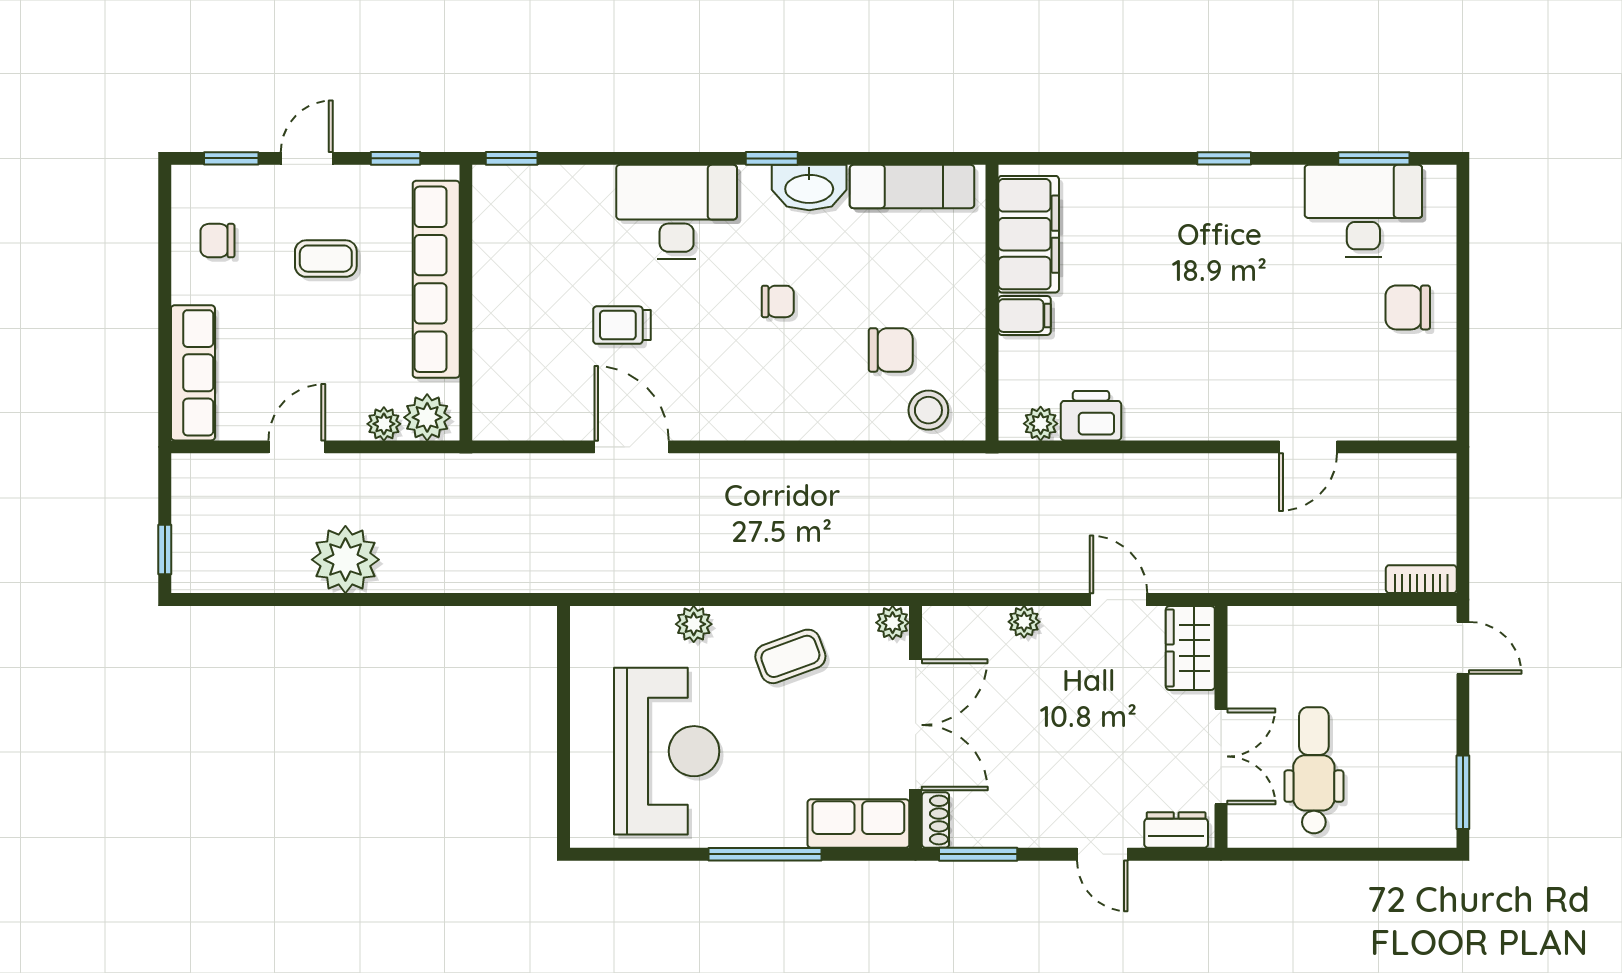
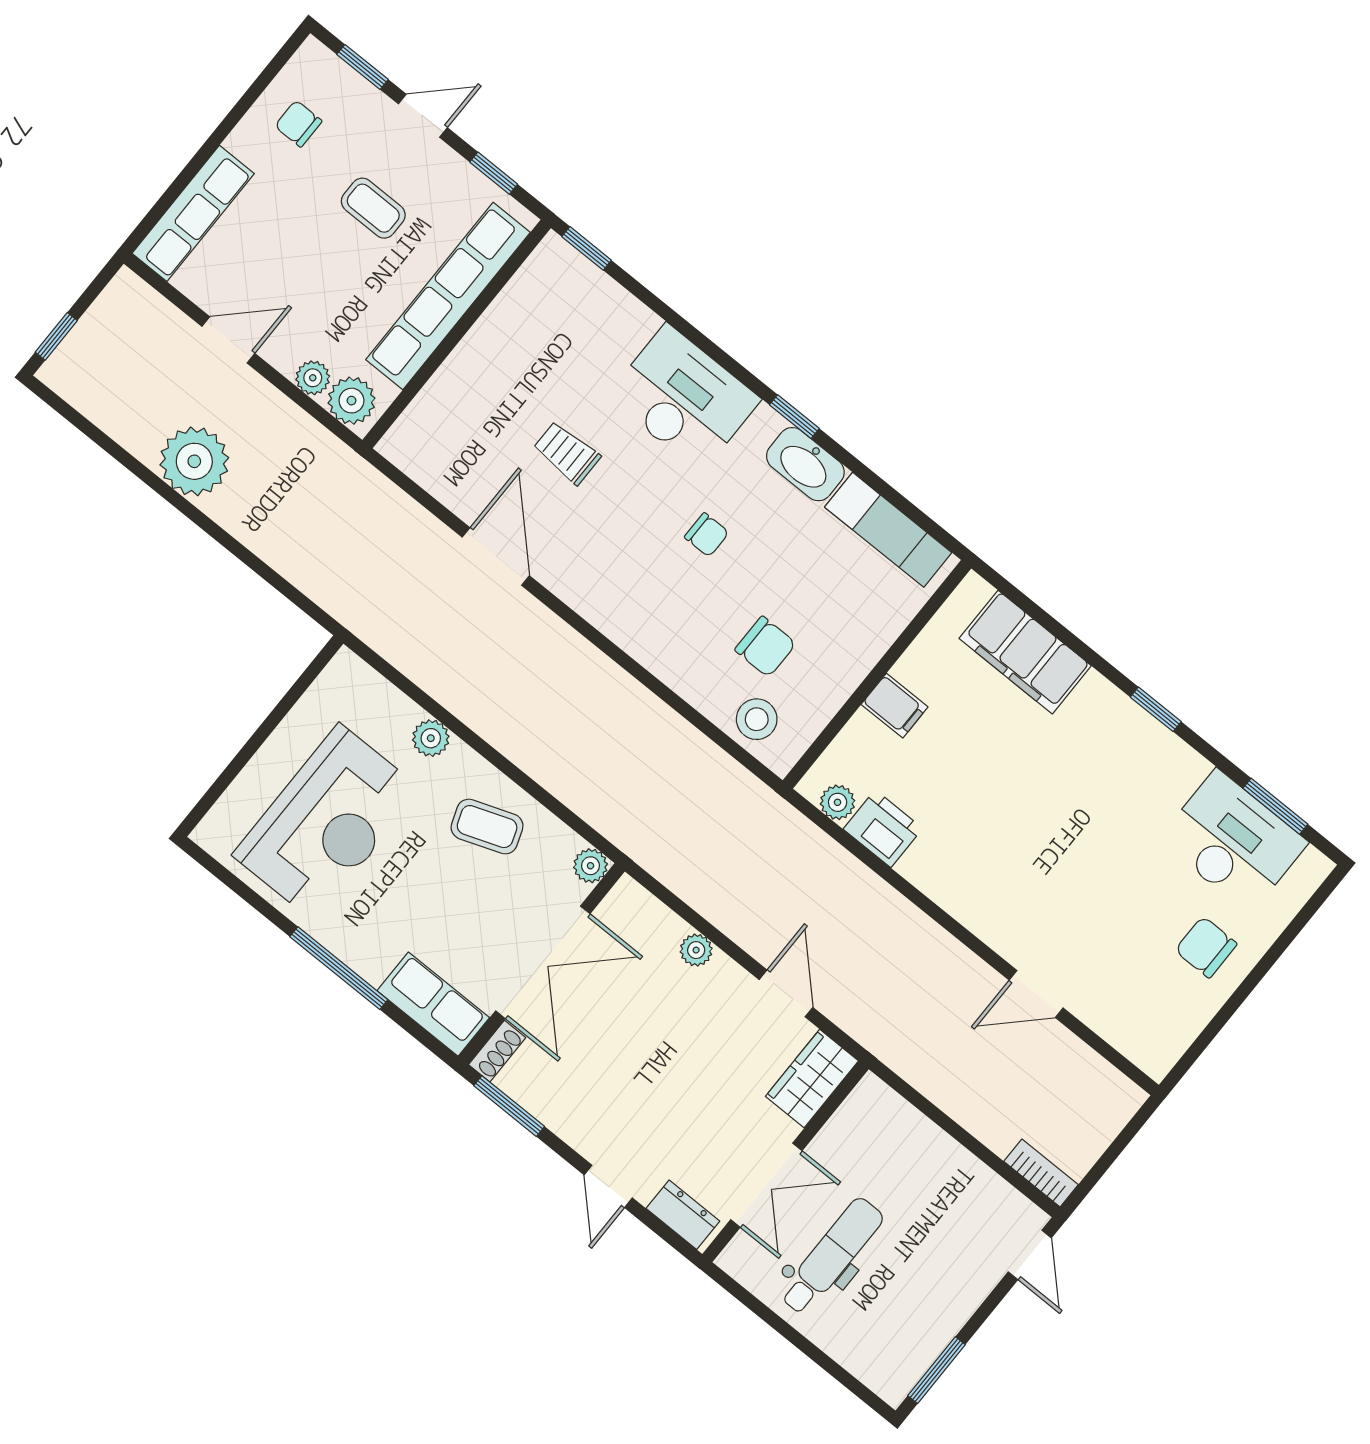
filing cabinet: (1029, 234) -> (1025, 652), moved, turned 90

